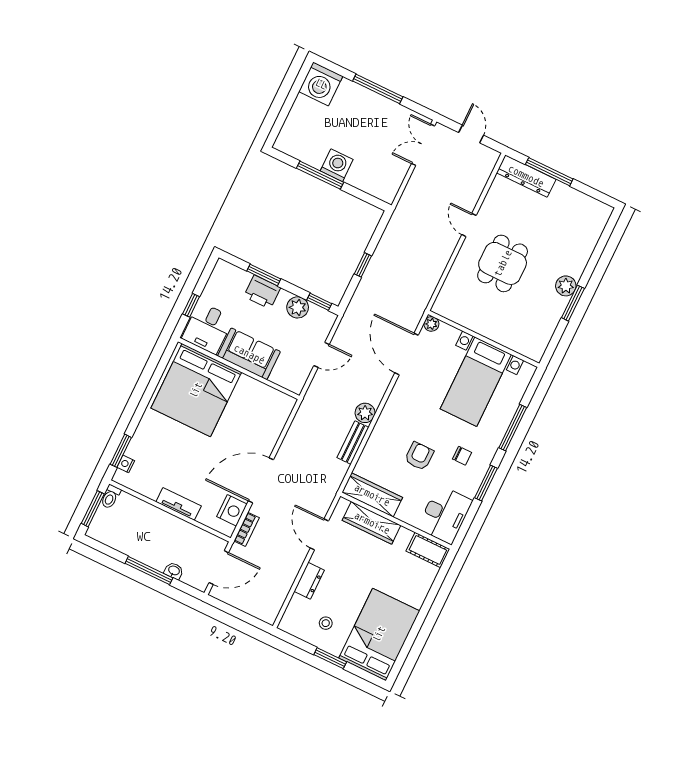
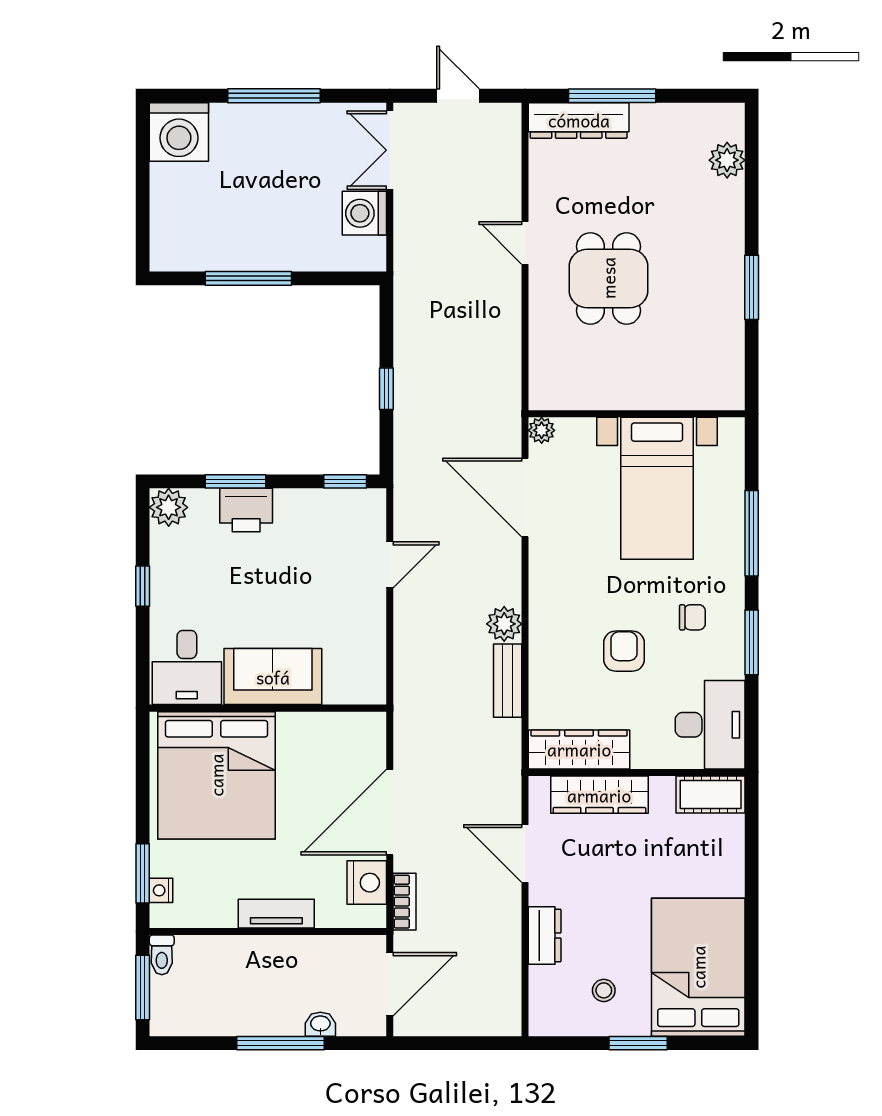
washing machine: (337, 165) -> (364, 213), moved, turned -90
plant: (566, 286) -> (727, 160), moved
plant: (298, 307) -> (169, 507), moved
desk: (208, 328) -> (187, 668), moved
sofa: (249, 354) -> (273, 677), moved
wall: (239, 369) -> (268, 708), moved
bed: (196, 390) -> (216, 775), moved

